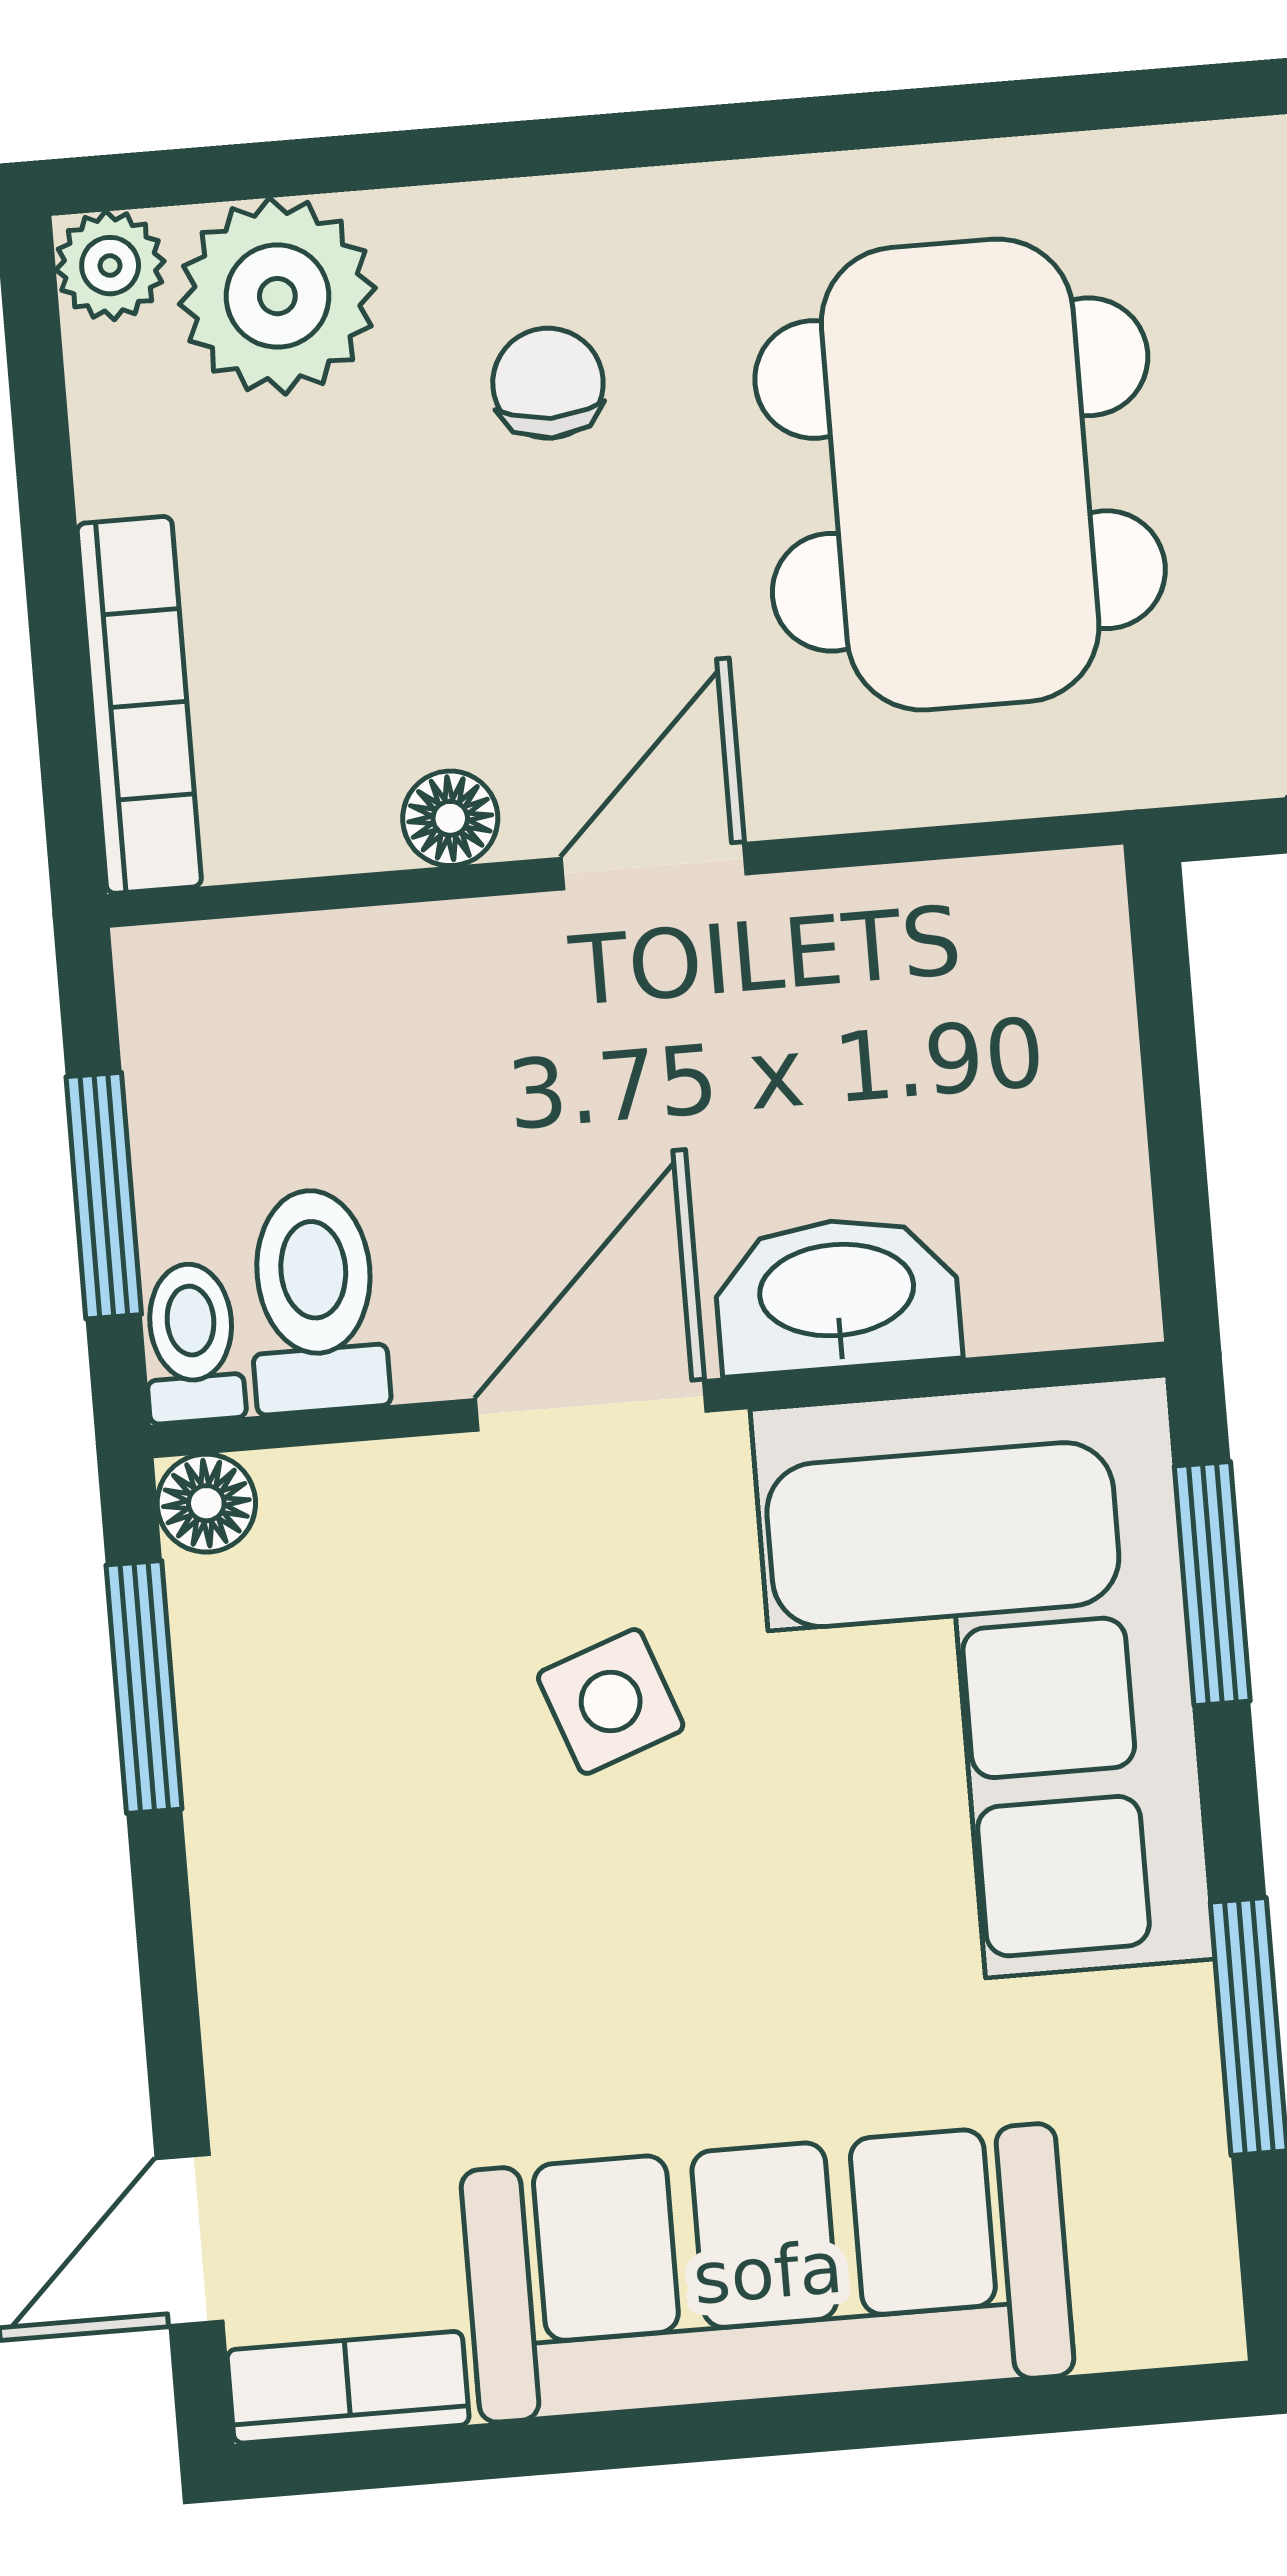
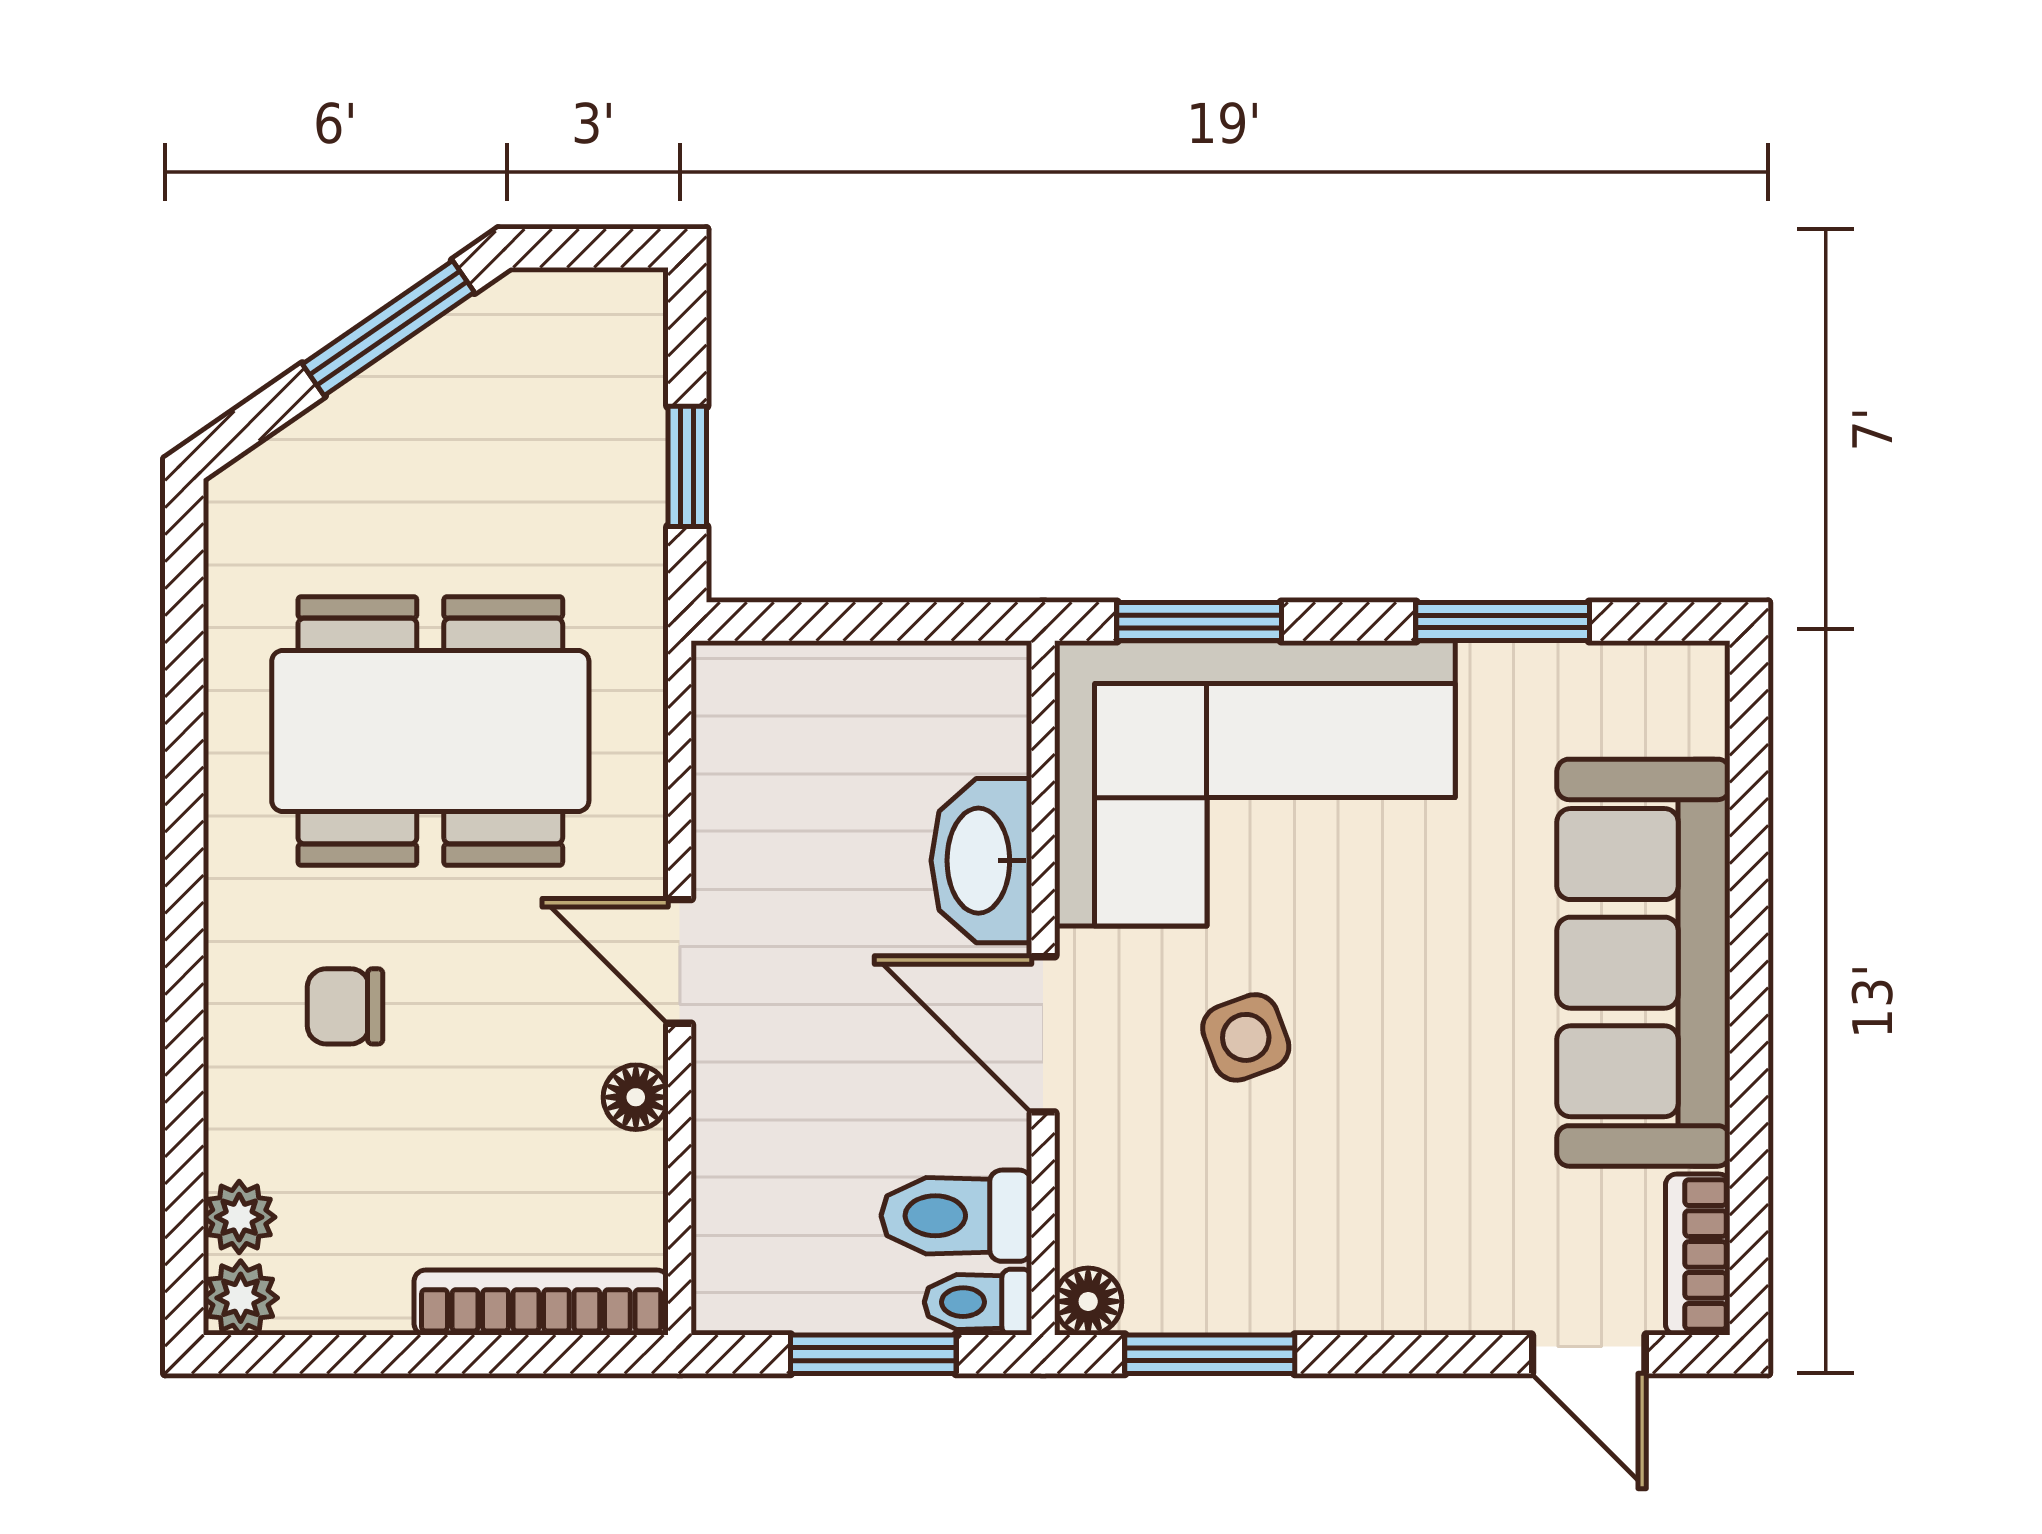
plant: (277, 296) -> (239, 1217), width x0.53, depth x0.53

